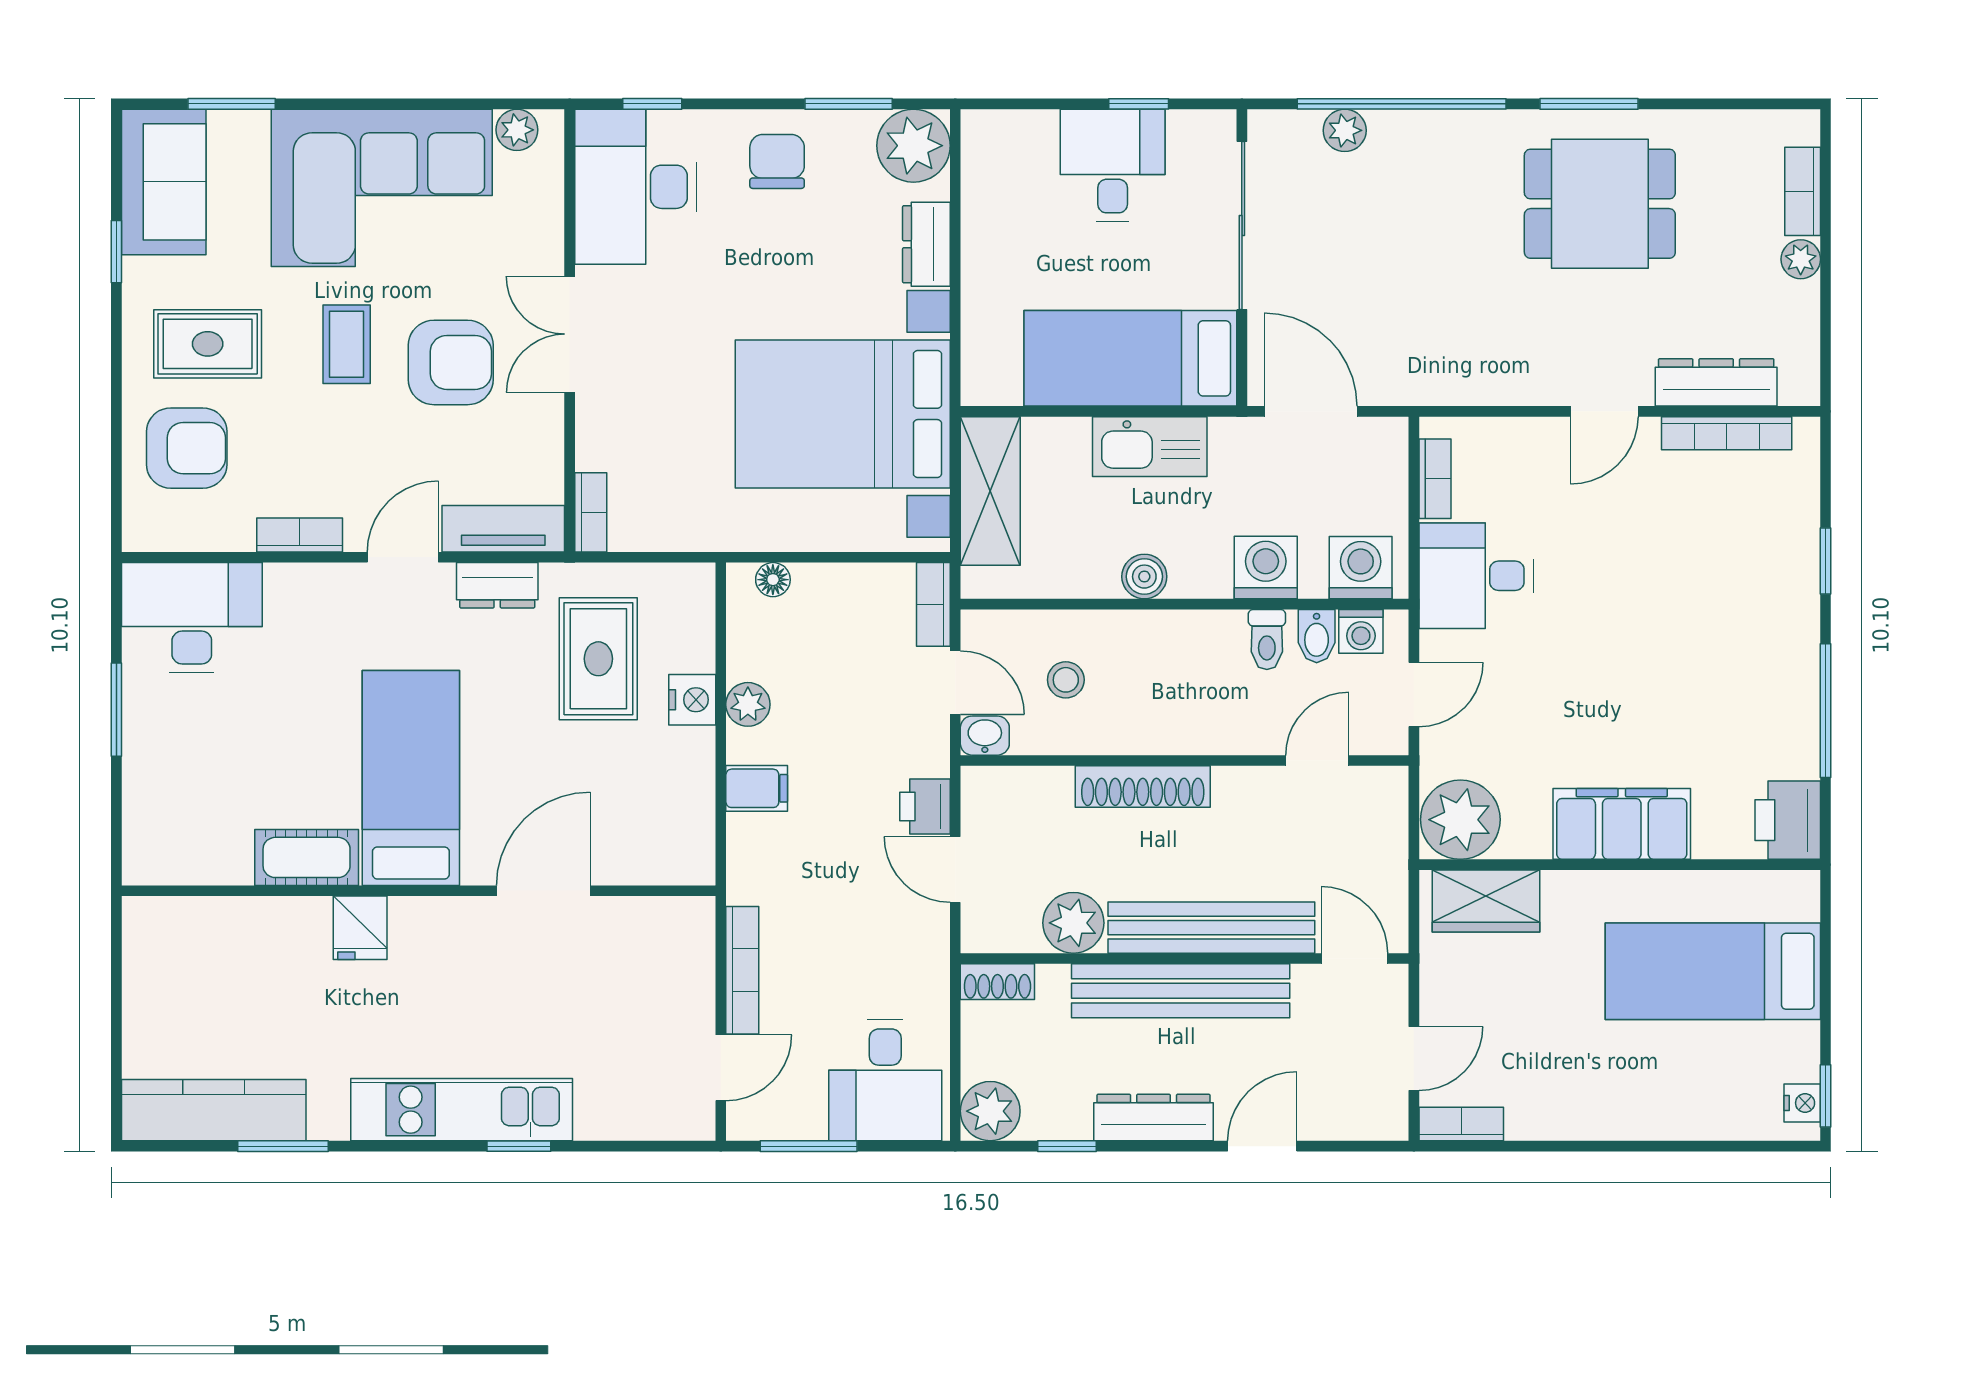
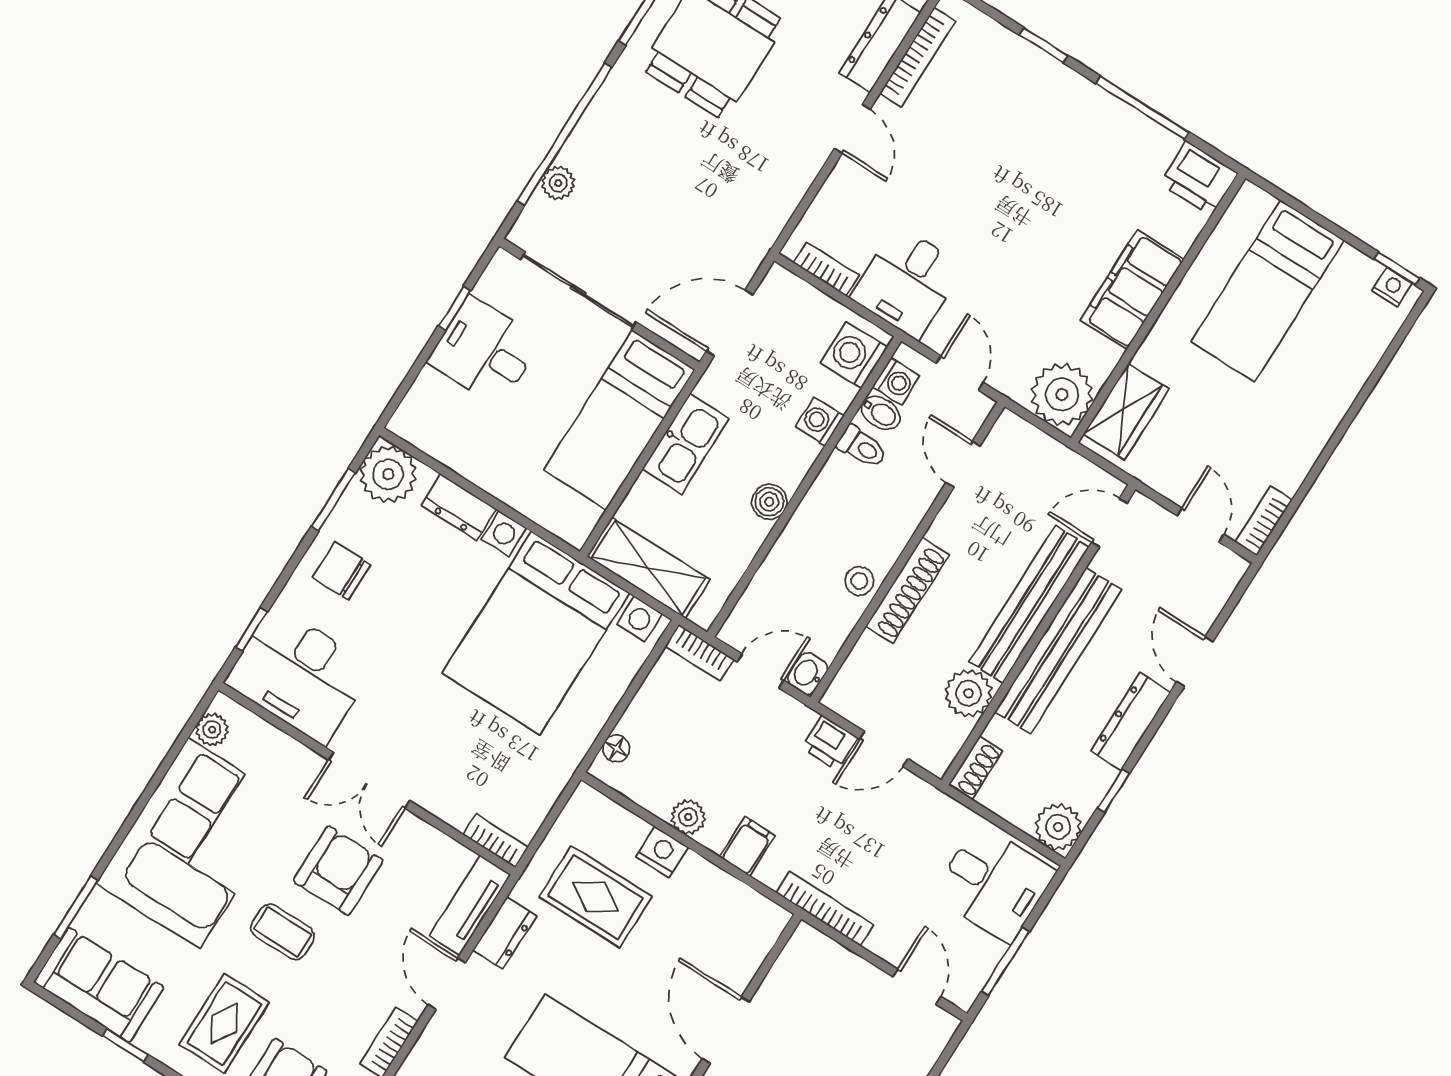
washing machine: (1266, 568) -> (820, 421), width x0.73, depth x0.73
stool: (1066, 680) -> (859, 581), moved
bookcase: (742, 970) -> (825, 909), moved

